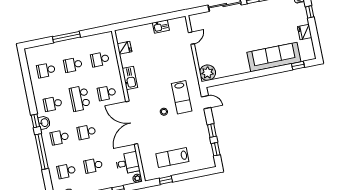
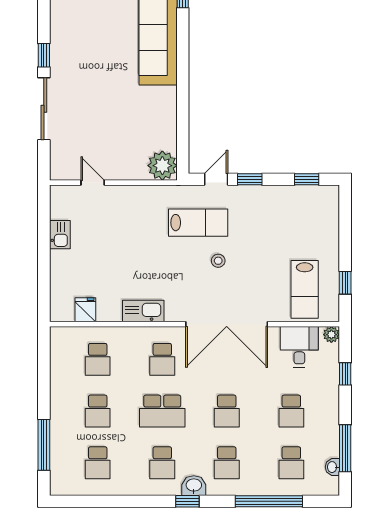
window: (66, 37) -> (44, 445), moved
window: (212, 131) -> (250, 179), moved
window: (42, 152) -> (269, 501), moved
lab bench: (172, 158) -> (305, 289), moved

